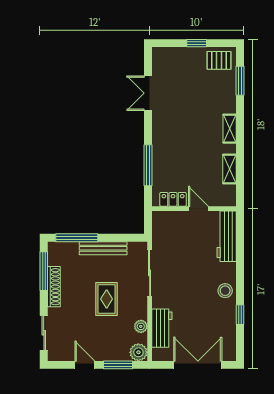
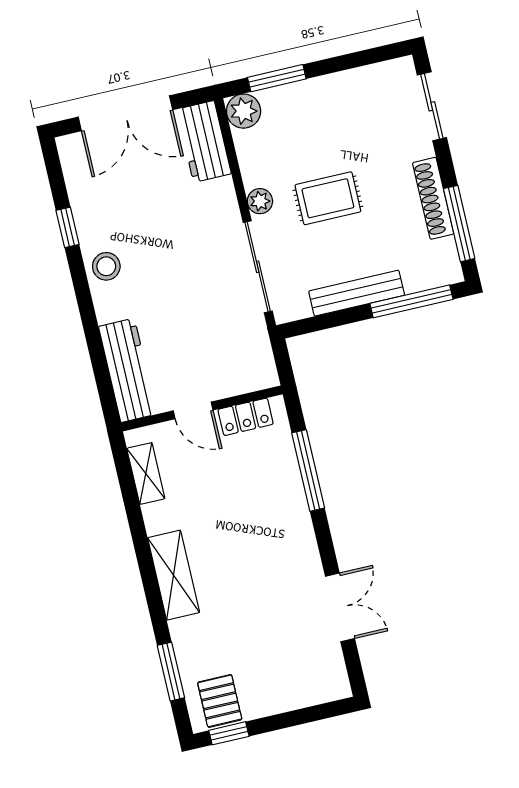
window: (197, 43) -> (229, 733), moved
pallet: (219, 60) -> (220, 701), turned 90
shelving: (230, 129) -> (174, 575), width x1.50, depth x1.33
shelving: (229, 169) -> (146, 474), moved
rug: (107, 299) -> (328, 198), turned 90
plant: (141, 326) -> (260, 201), moved
workbench: (162, 328) -> (204, 141), moved
door: (85, 365) -> (340, 64), removed

